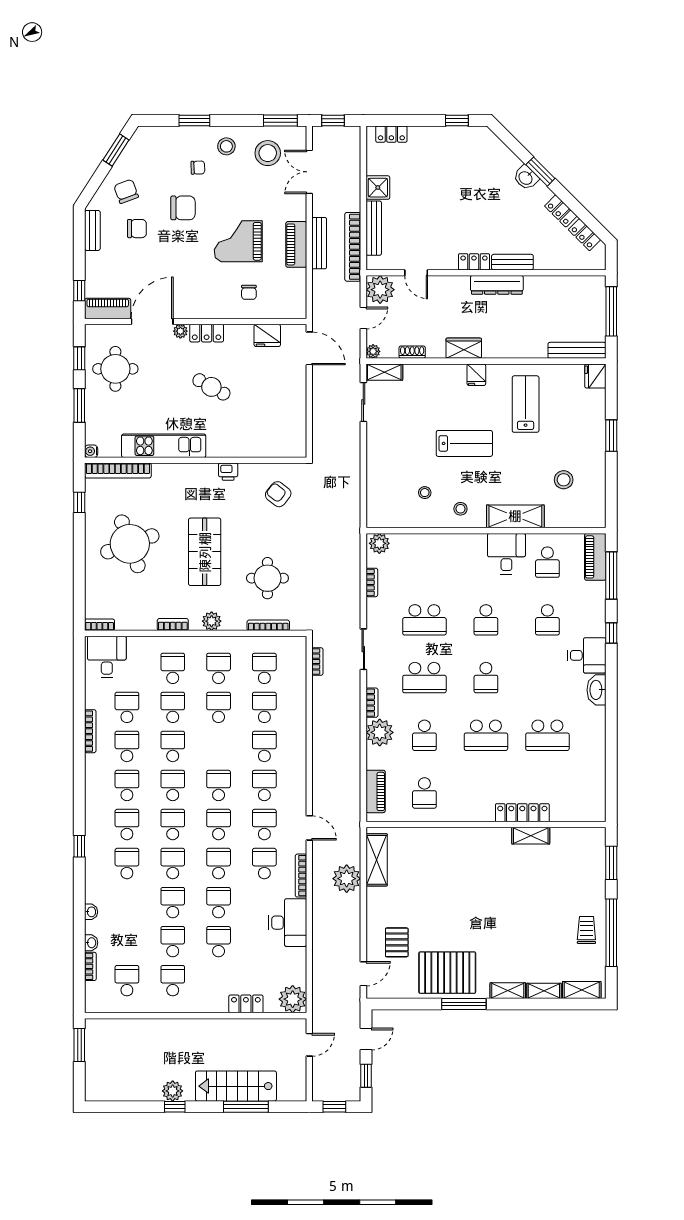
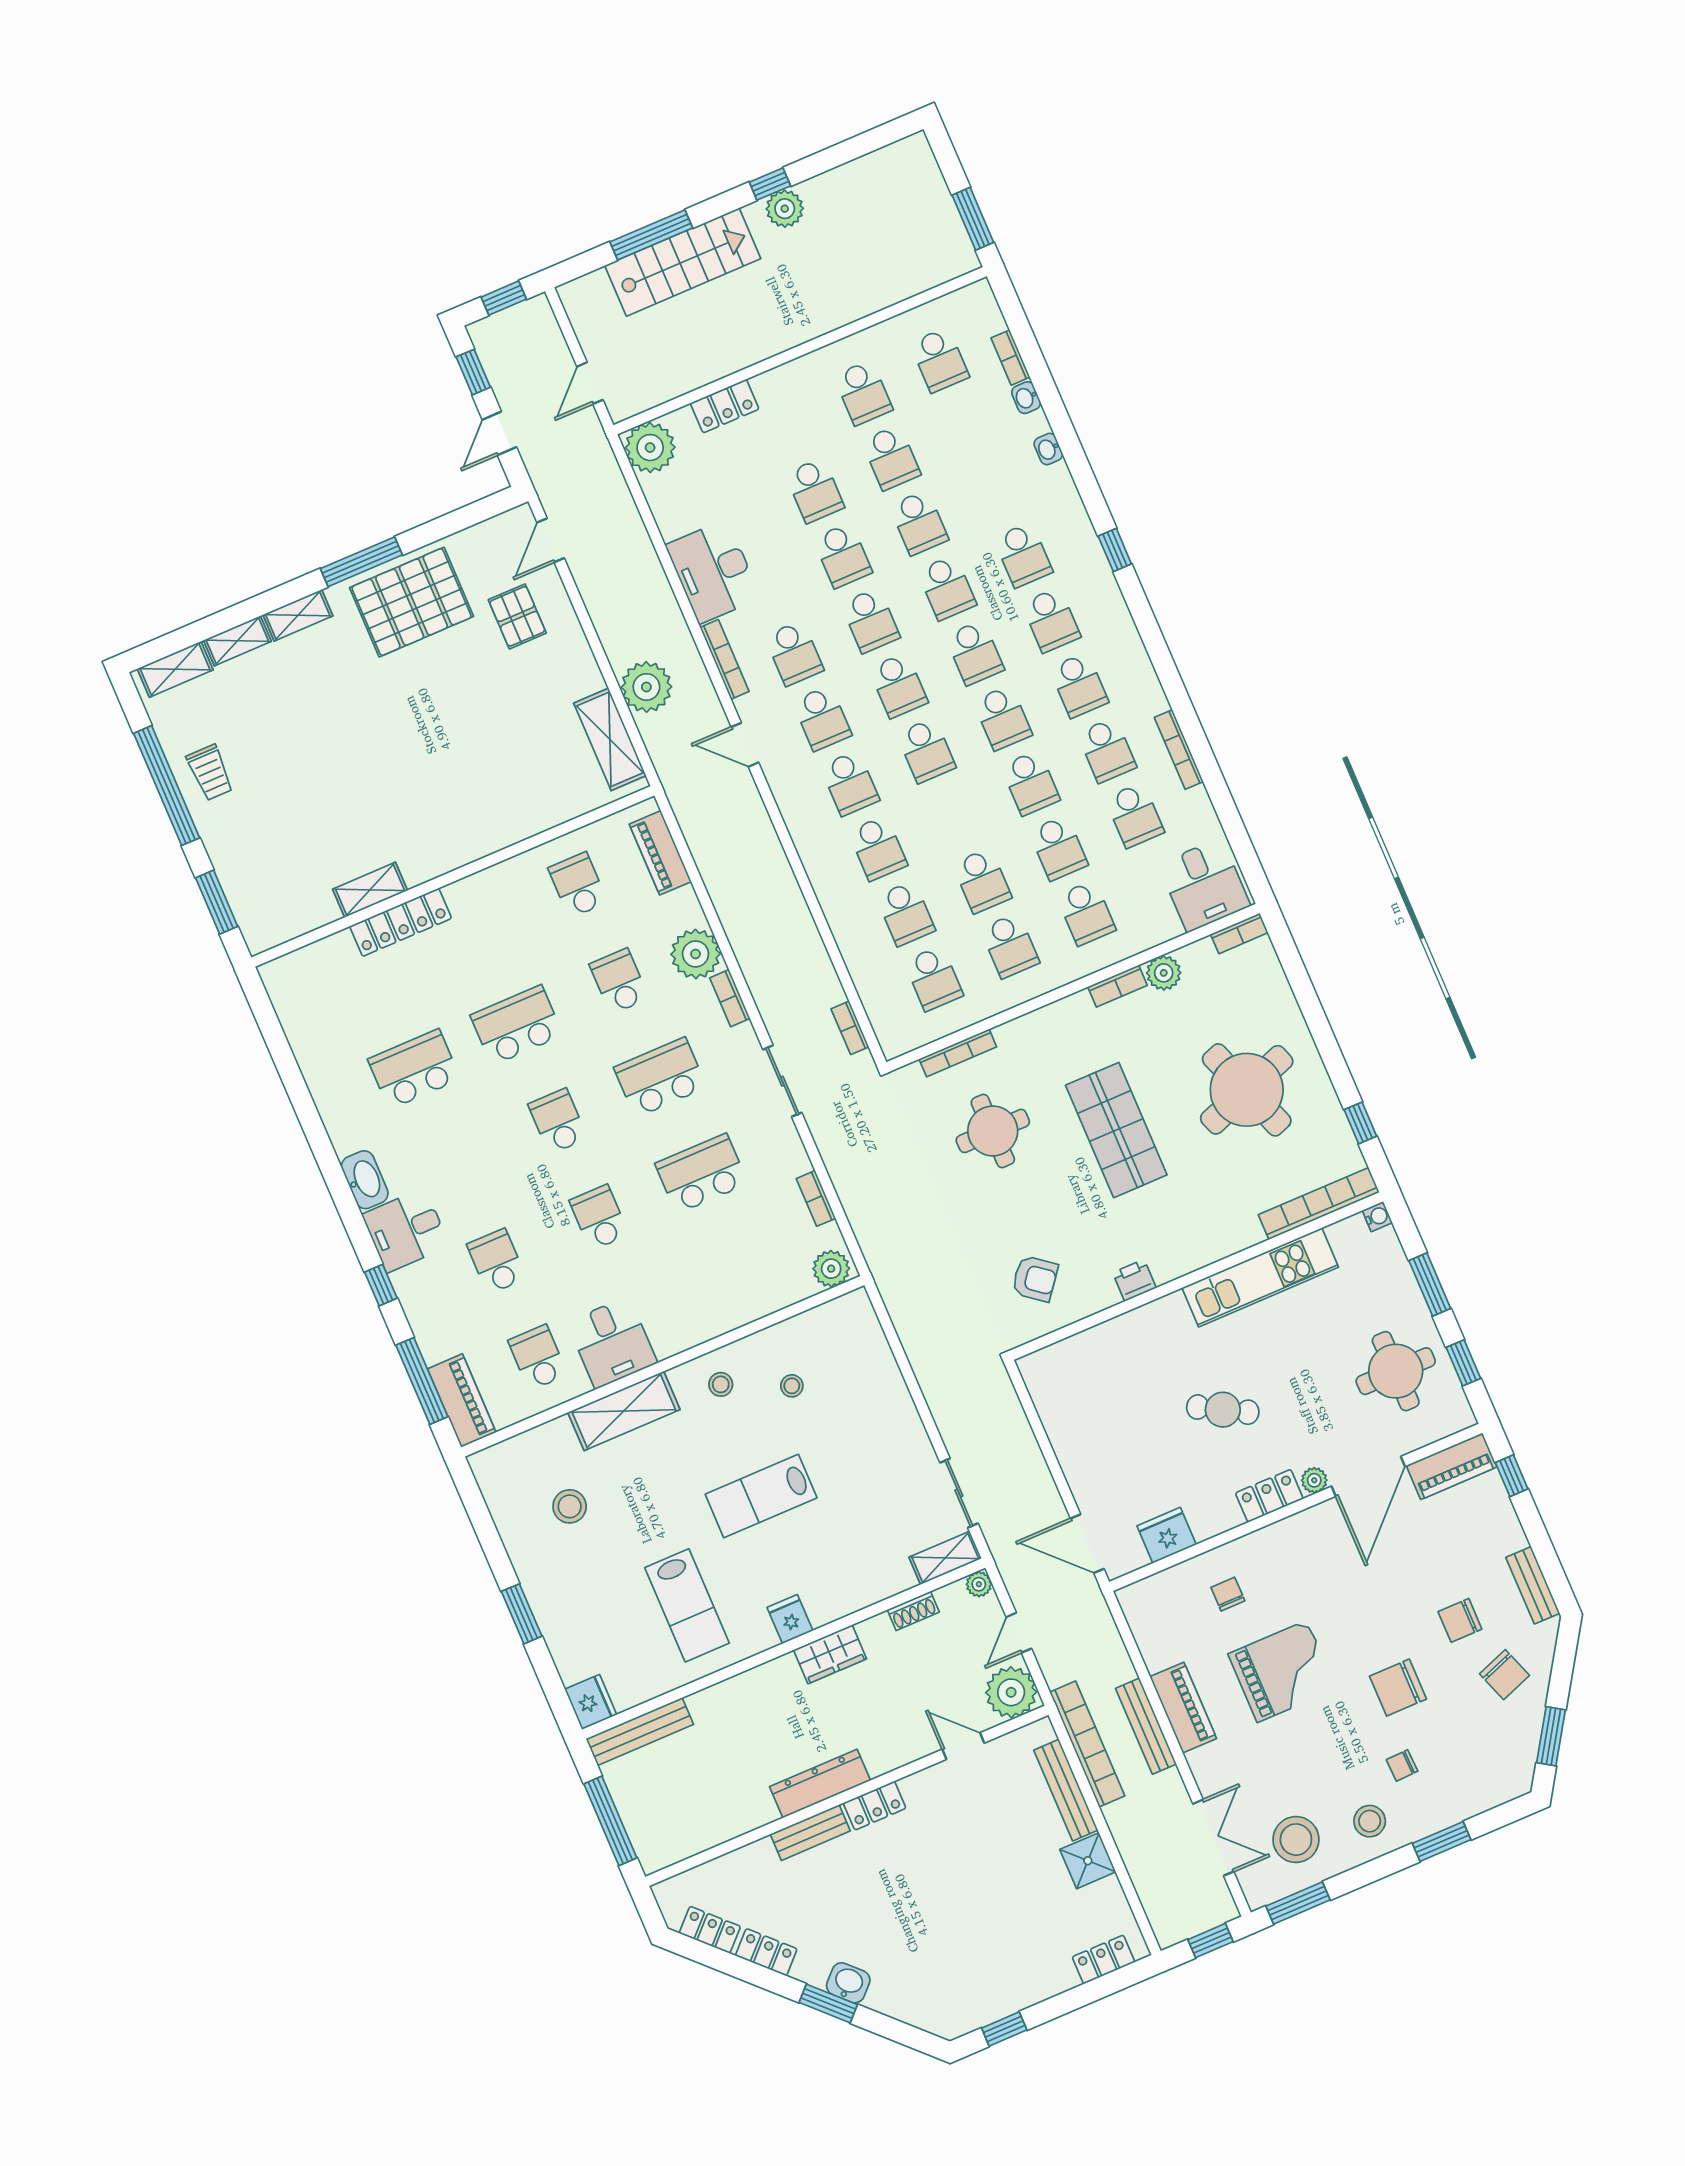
plant: (212, 621) -> (1164, 973), moved

